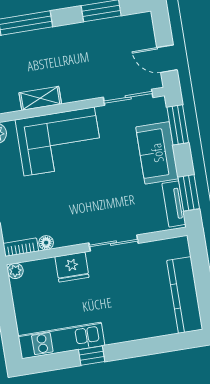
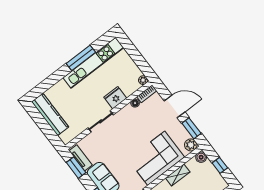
kitchen unit: (61, 340) -> (93, 63), width x1.36
window: (92, 356) -> (81, 58), width x2.17

